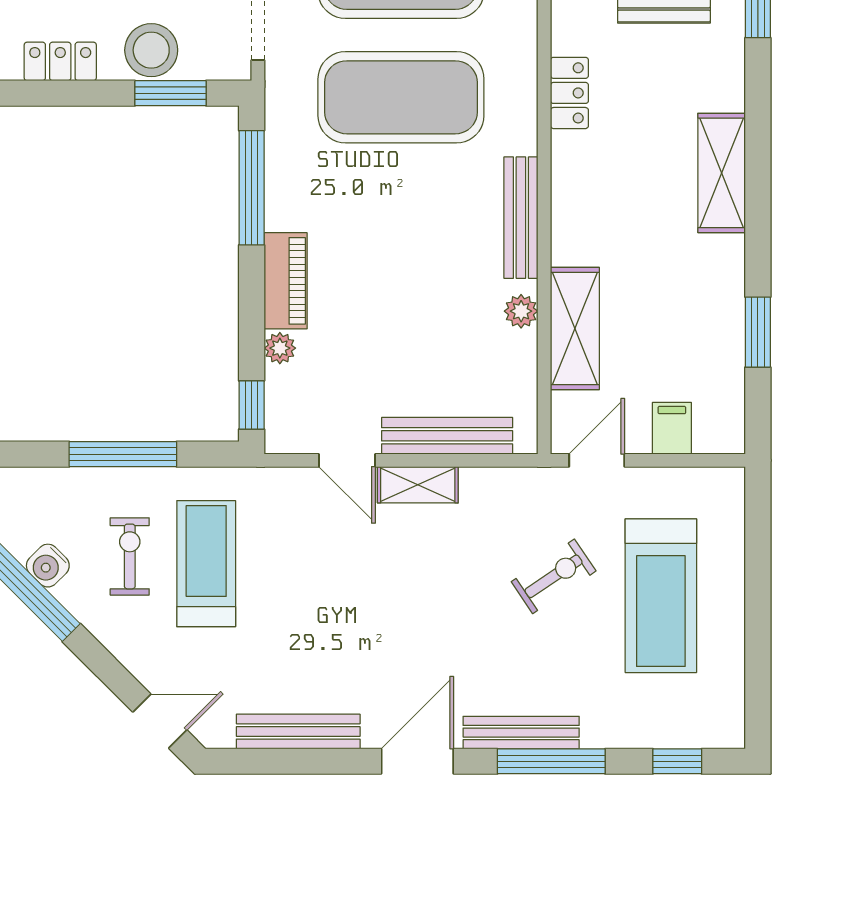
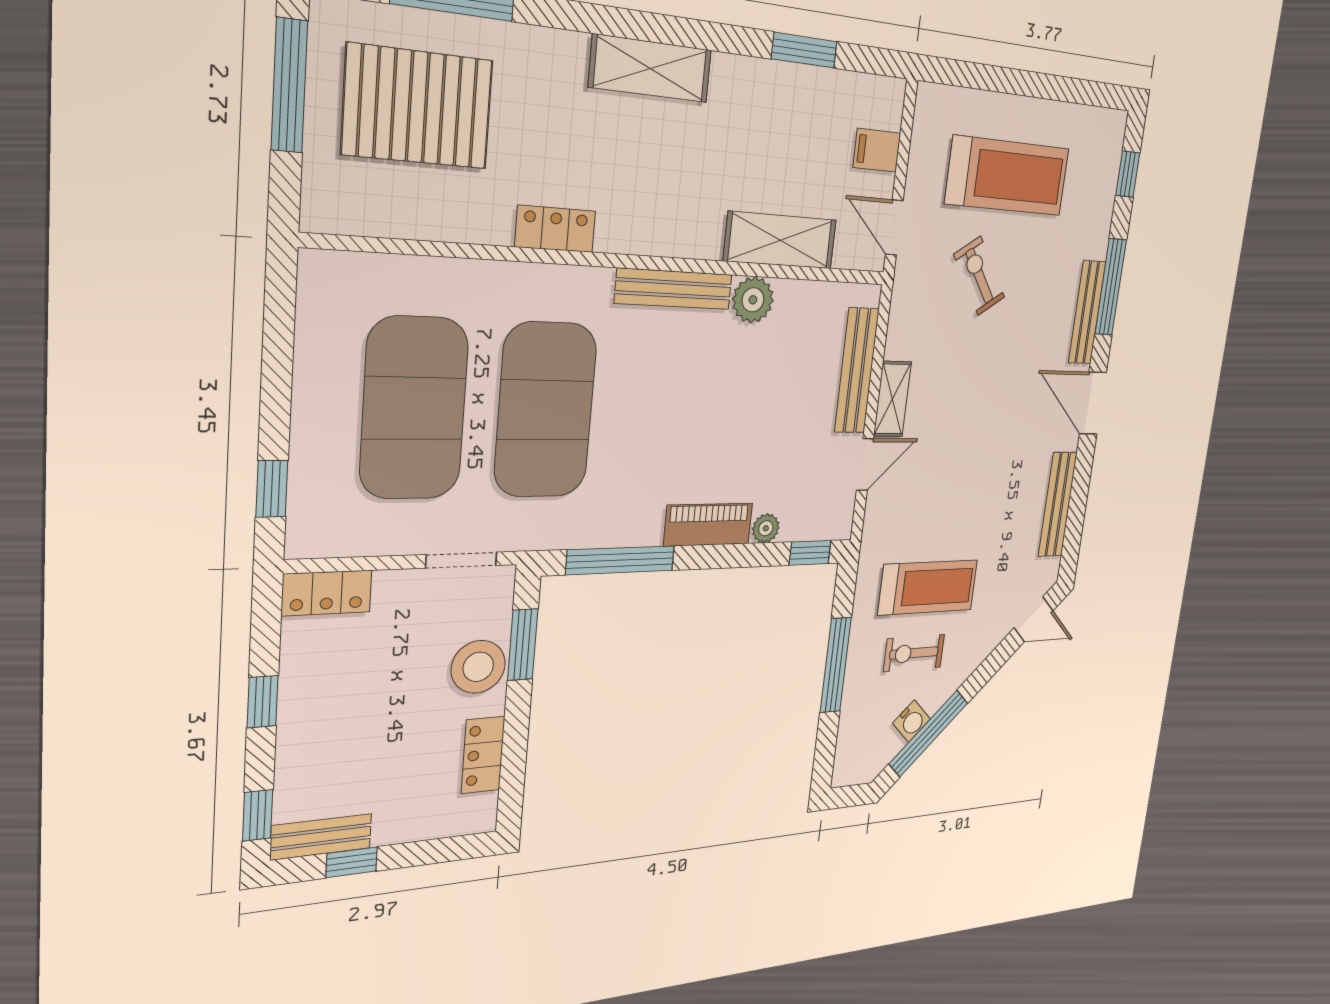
plant: (521, 311) -> (753, 300), width x1.38, depth x1.38
treadmill: (206, 564) -> (928, 587), turned 180
door: (160, 721) -> (1034, 619), swing flipped

